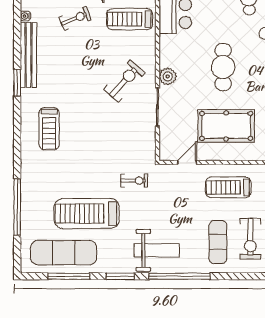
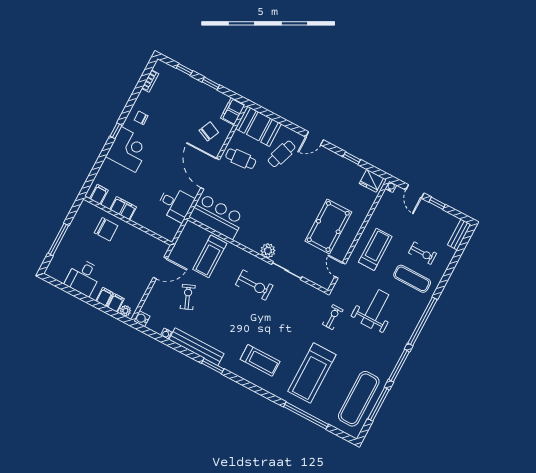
cafe table: (223, 67) -> (283, 205), removed
exercise bike: (124, 81) -> (254, 285), turned 138
treadmill: (228, 187) -> (375, 249), turned 180
treadmill: (87, 214) -> (312, 373), moved
exercise bike: (250, 239) -> (423, 253), width x0.73, depth x0.72
weight bench: (157, 250) -> (375, 309), moved
window: (120, 276) -> (399, 366), width x1.44

